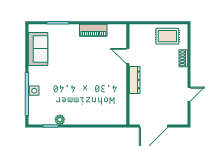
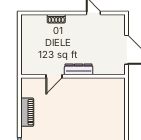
rug: (167, 36) -> (33, 35), removed

